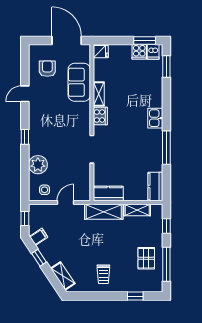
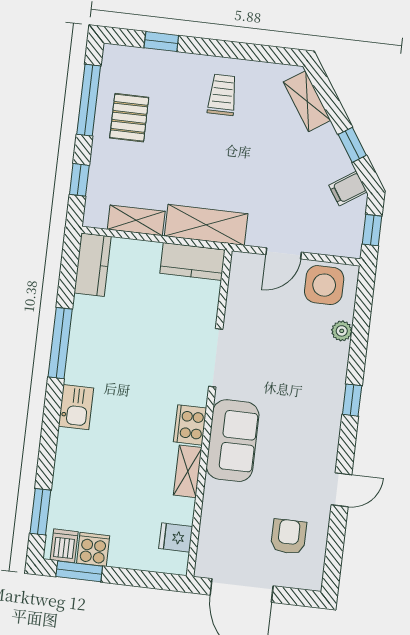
fridge: (101, 52) -> (176, 537), moved
armchair: (47, 69) -> (289, 537), turned 180
sofa: (79, 82) -> (233, 441), moved
plant: (38, 165) -> (342, 331), width x0.53, depth x0.53
side table: (45, 190) -> (324, 285), width x1.87, depth x1.87

